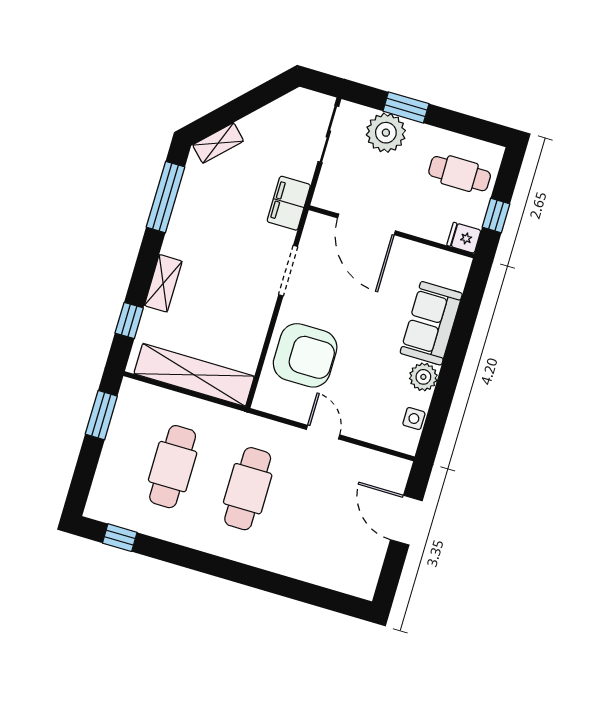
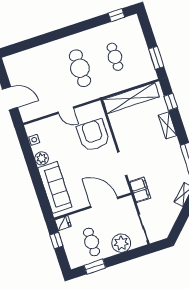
window: (406, 107) -> (95, 267), moved
cafe table: (460, 174) -> (92, 242), moved, turned 90
sofa: (431, 323) -> (55, 187), width x1.36
armchair: (305, 355) -> (93, 135), turned 90
cafe table: (173, 467) -> (115, 57), width x0.73, depth x0.74

